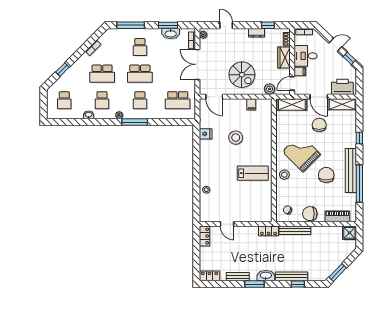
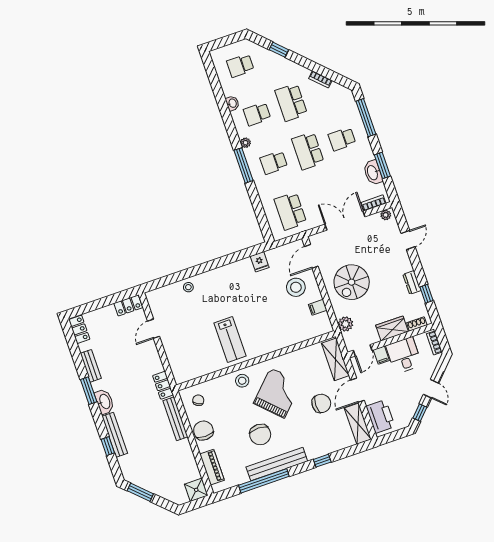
door: (292, 83) -> (363, 350), swing flipped
stool: (236, 138) -> (296, 287), moved
chair: (326, 175) -> (260, 435), turned 90

